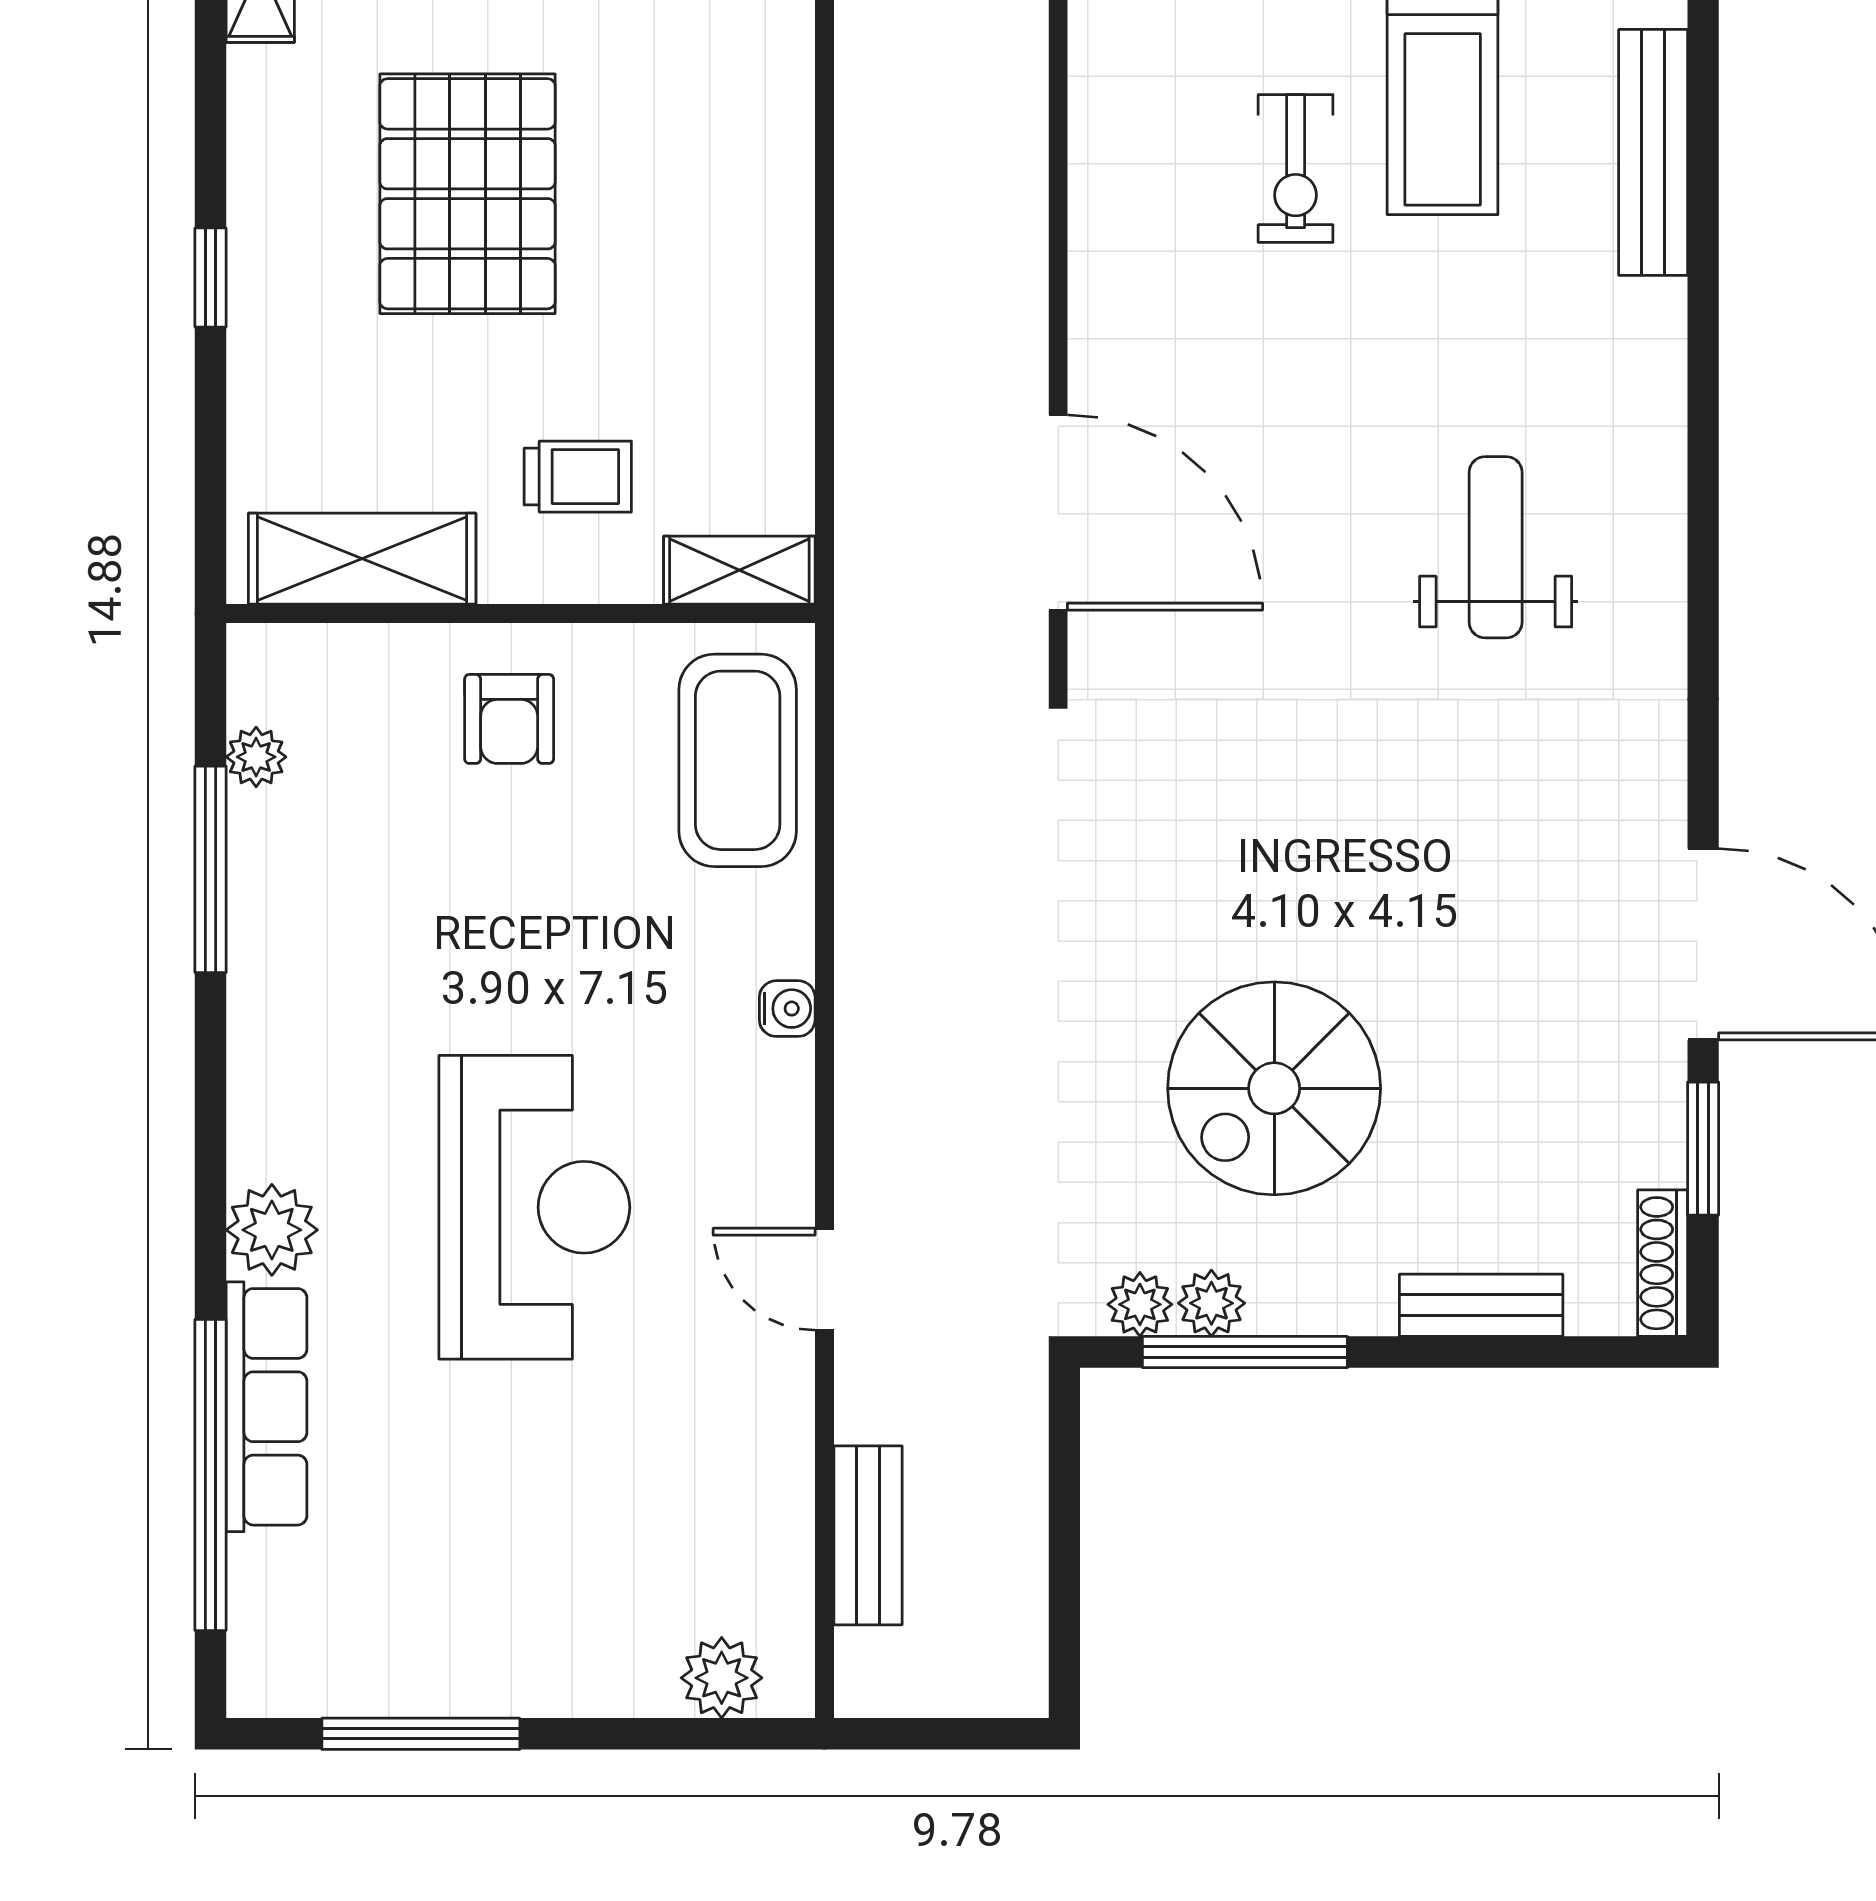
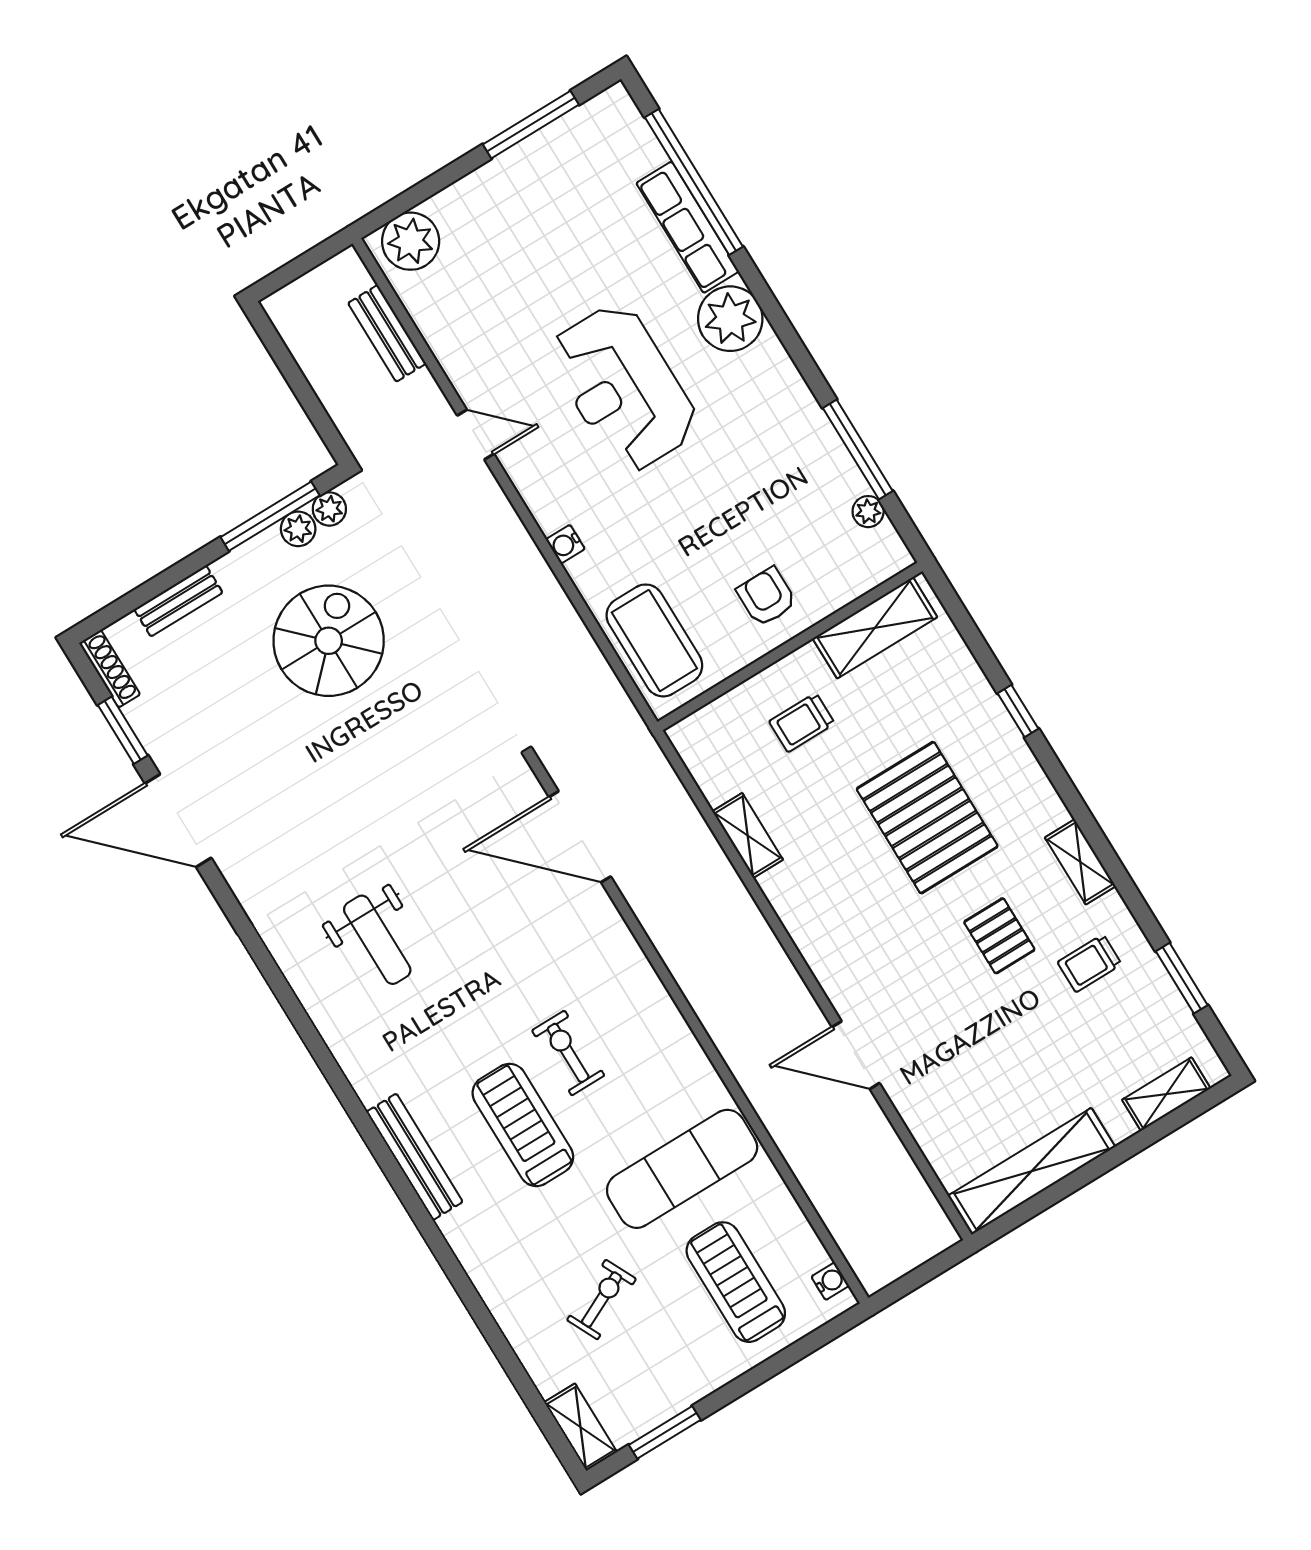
shelving: (739, 570) -> (748, 836), moved, turned 90
plant: (272, 1230) -> (730, 319), width x1.36, depth x1.36
plant: (722, 1678) -> (411, 241), width x1.36, depth x1.36

